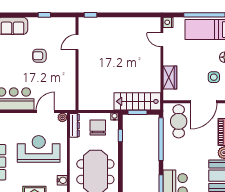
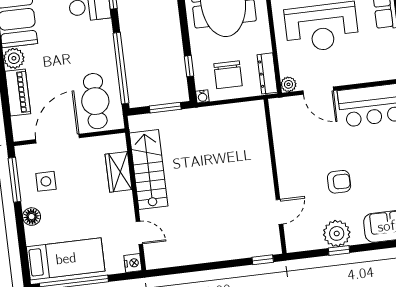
plant: (45, 25) -> (337, 233), added
stairs: (137, 101) -> (149, 169), moved, turned -90
door: (45, 111) -> (318, 91), hinge flipped

